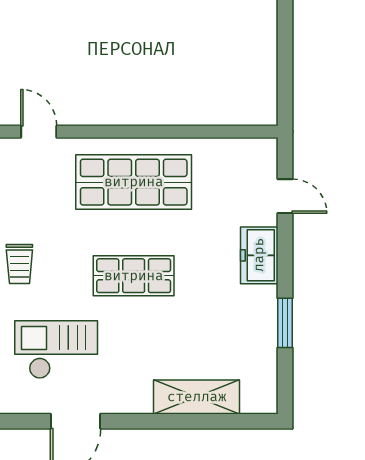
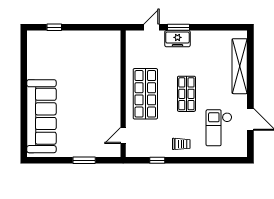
window: (285, 323) -> (178, 27), moved
shelving: (197, 397) -> (240, 66), width x1.47

